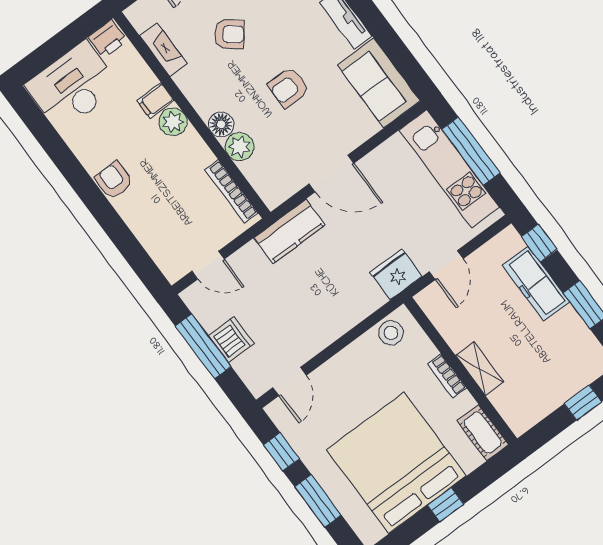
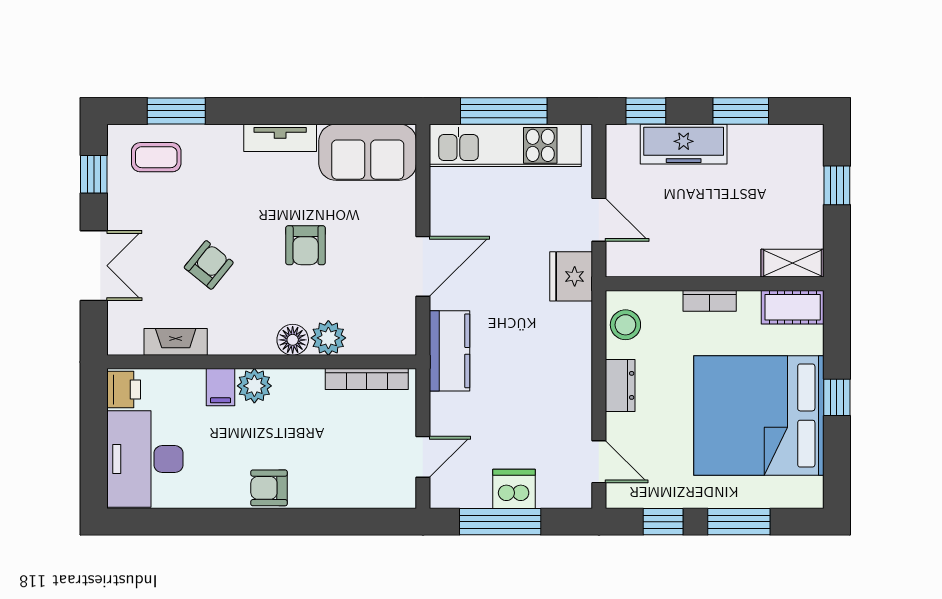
dresser: (349, 359) -> (620, 385), added
shelving: (480, 369) -> (793, 263), moved

